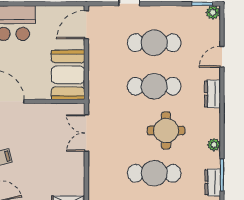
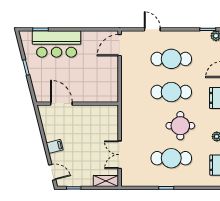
booth: (68, 75) -> (106, 83), removed
double door: (86, 133) -> (120, 155), moved

